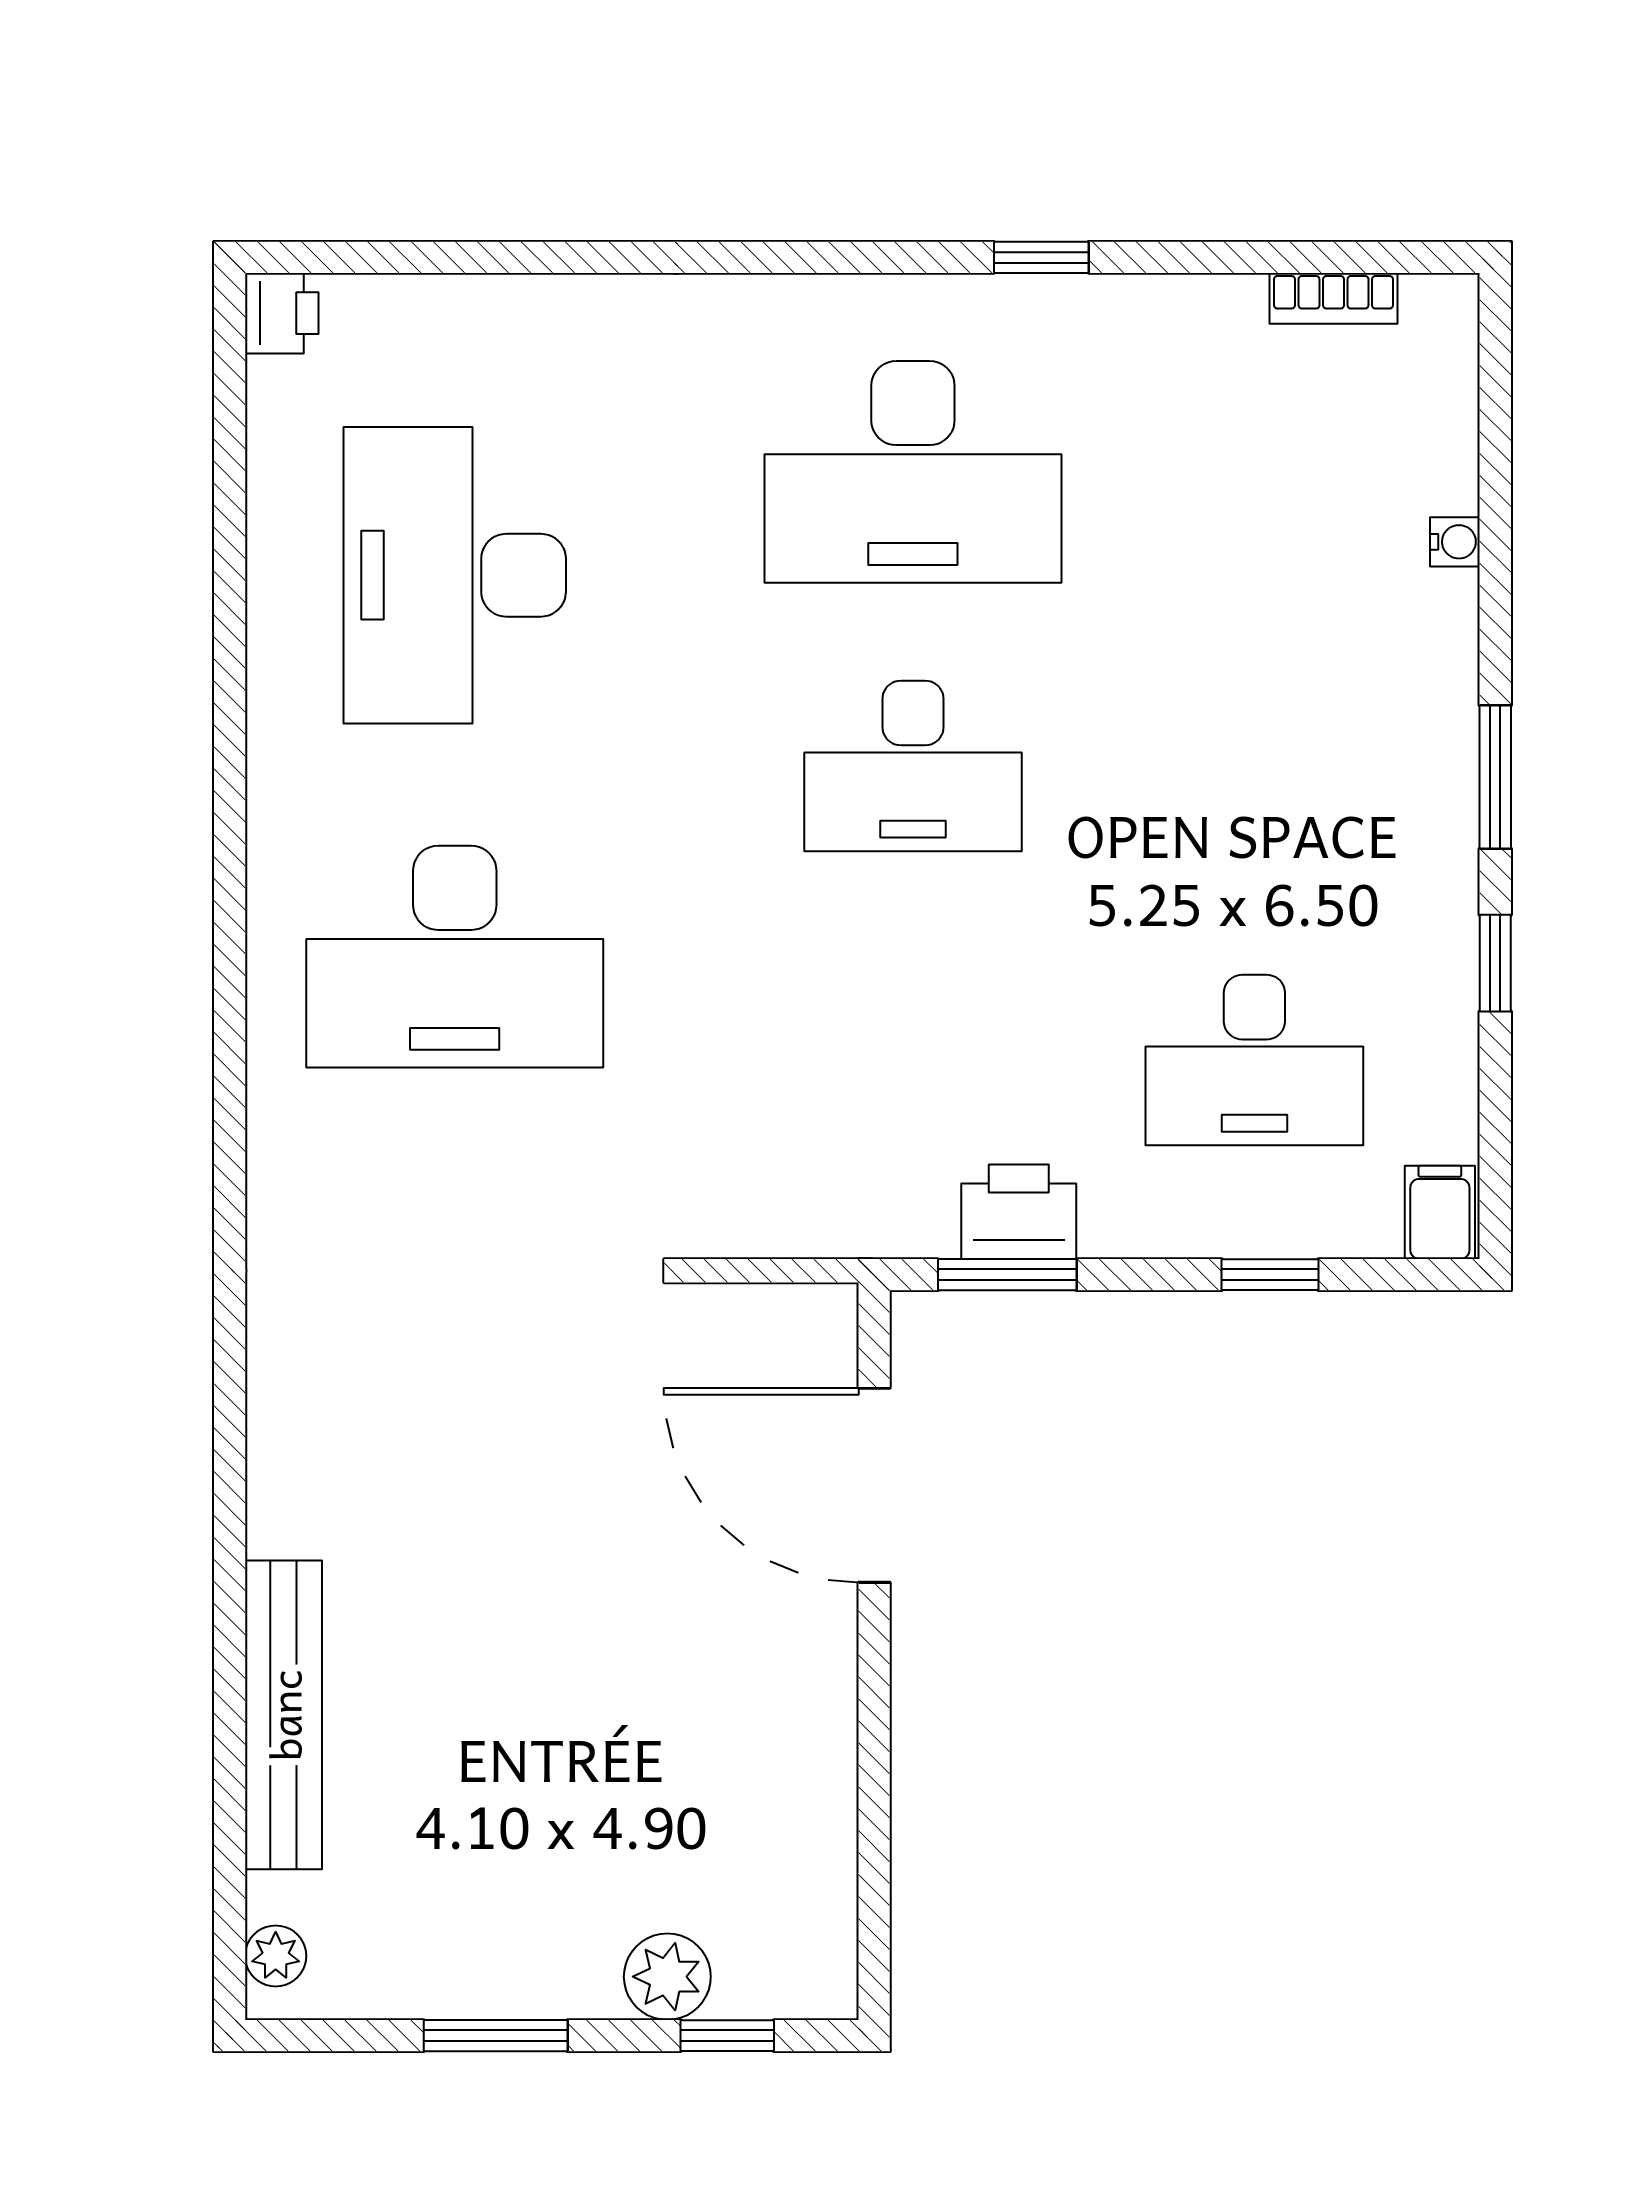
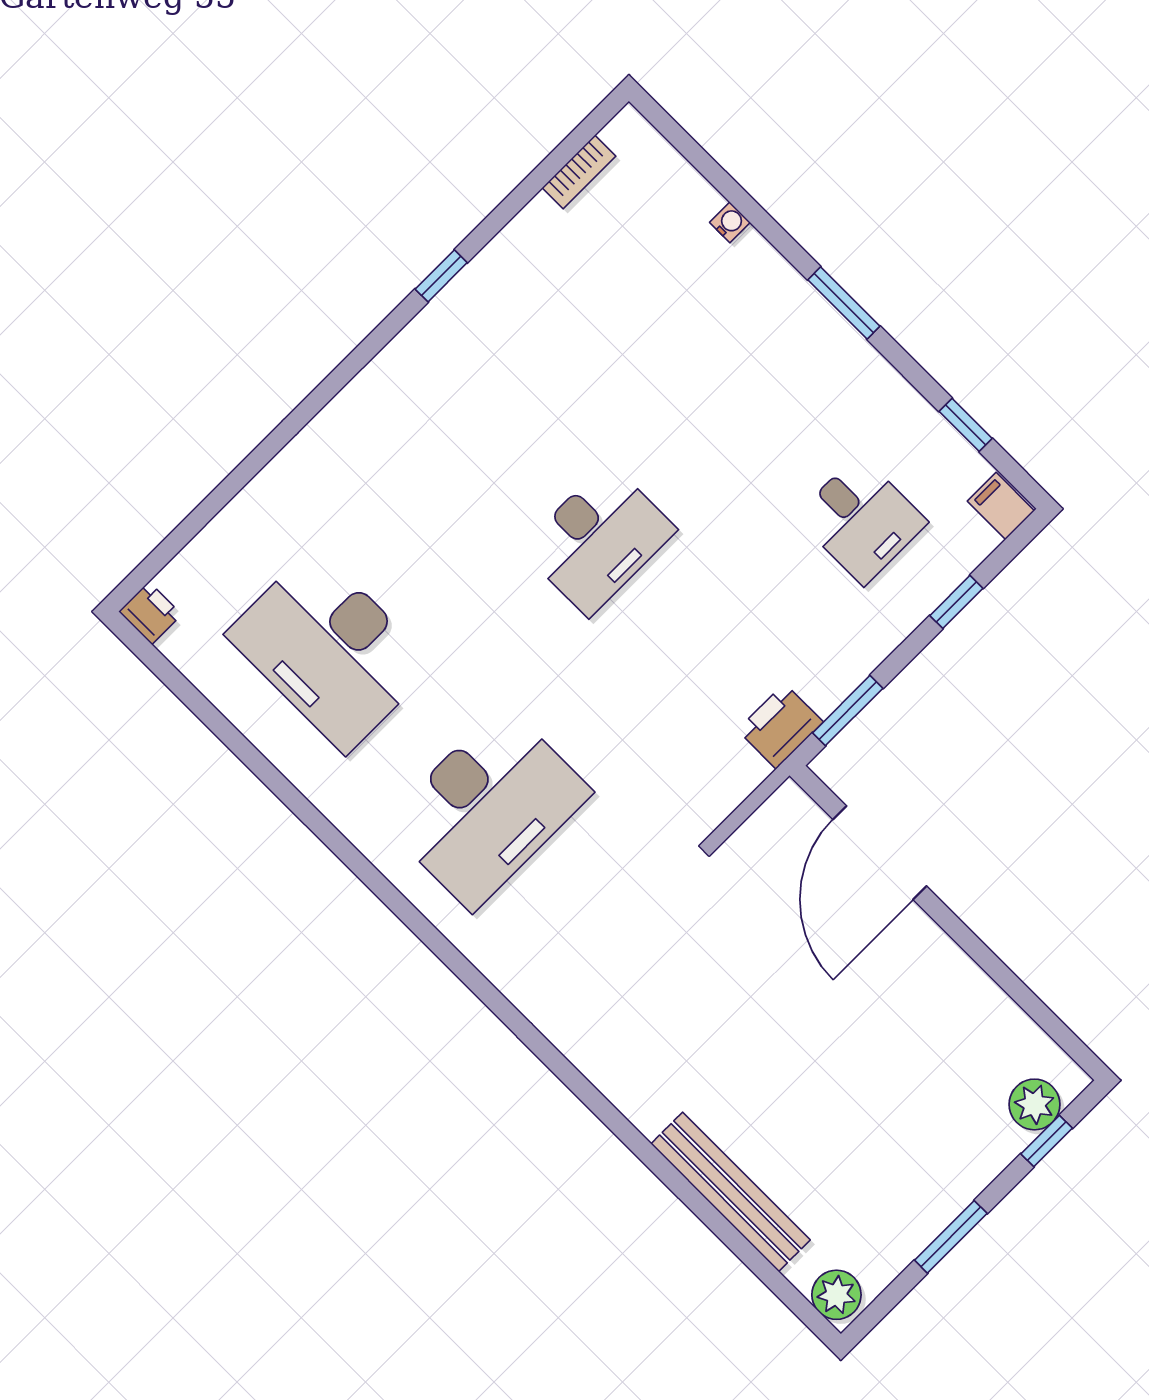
desk: (913, 472) -> (477, 418), removed
window: (1495, 963) -> (966, 425), moved
desk: (1254, 1060) -> (861, 520), width x0.73
printer: (1019, 1212) -> (780, 726), moved
door: (874, 1485) -> (880, 853), hinge flipped
plant: (276, 1956) -> (836, 1295), width x1.38, depth x1.38
plant: (667, 1977) -> (1034, 1104), moved

